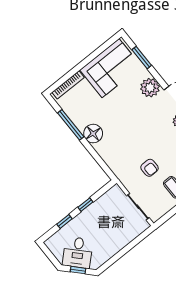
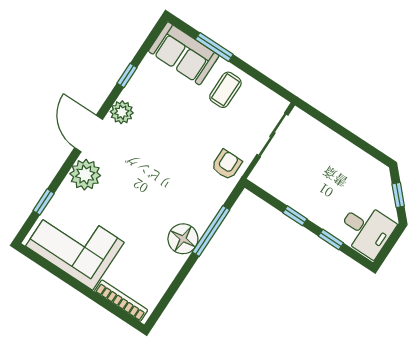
window: (142, 58) -> (44, 202), width x0.67
window: (71, 125) -> (211, 231), moved
armchair: (150, 168) -> (227, 165), moved
desk: (78, 252) -> (366, 230), moved, turned 43

